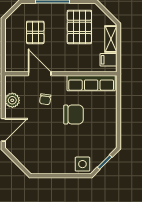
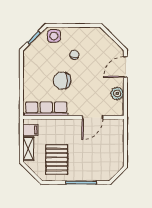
pallet: (35, 32) -> (96, 155), removed
door: (40, 74) -> (93, 117), hinge flipped
chair: (45, 99) -> (74, 55), moved

